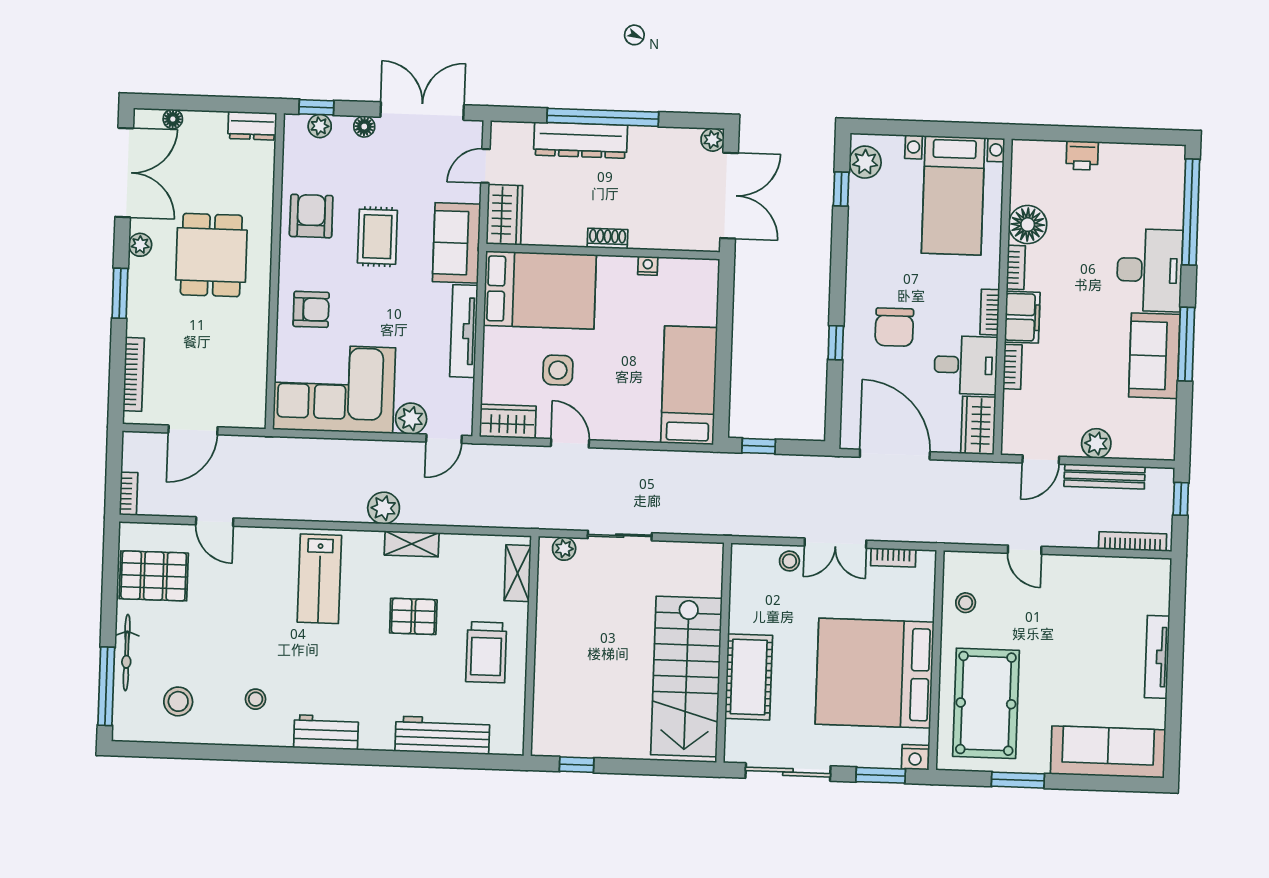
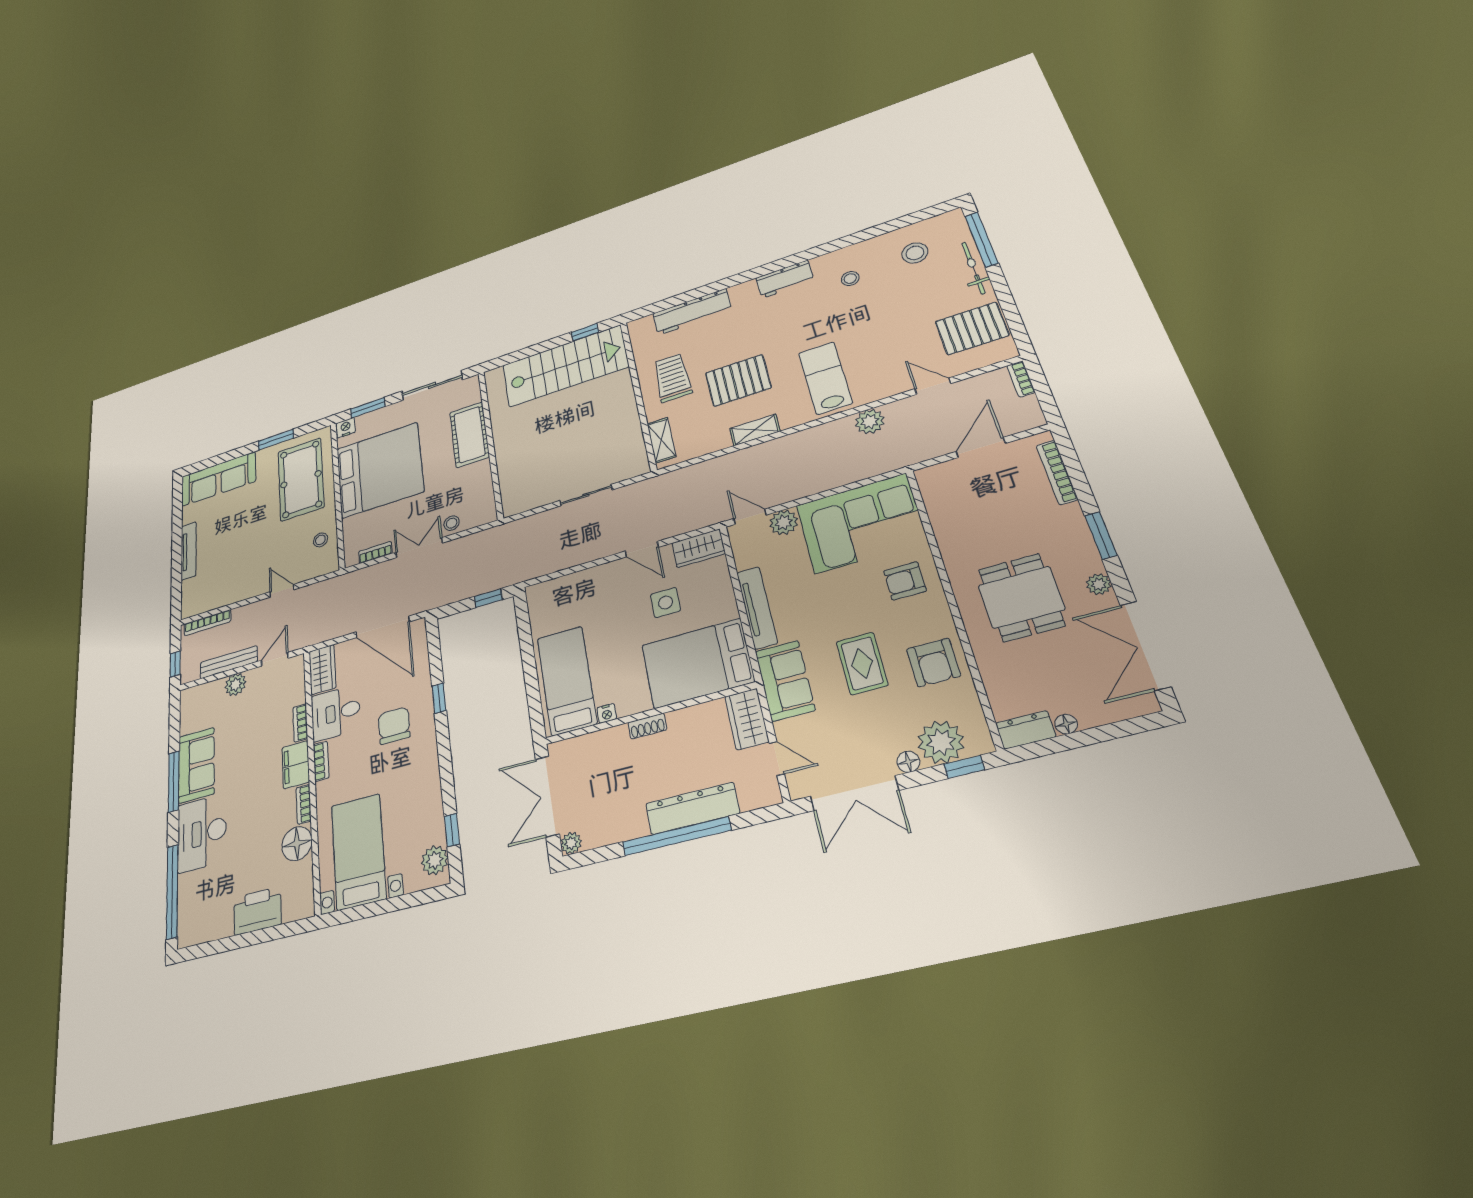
floor lamp: (173, 119) -> (1066, 724), moved
plant: (320, 126) -> (941, 742), width x1.88, depth x1.88
printer: (1082, 155) -> (257, 911), width x1.87, depth x1.48
door: (485, 166) -> (777, 758), hinge flipped
bed: (689, 385) -> (567, 681), moved, turned 180
door: (444, 439) -> (750, 517), hinge flipped
plant: (384, 508) -> (870, 422), moved
plant: (564, 549) -> (628, 470), removed
pallet: (413, 616) -> (738, 380), width x1.50, depth x1.42
stairs: (686, 677) -> (565, 366), moved, turned 90

